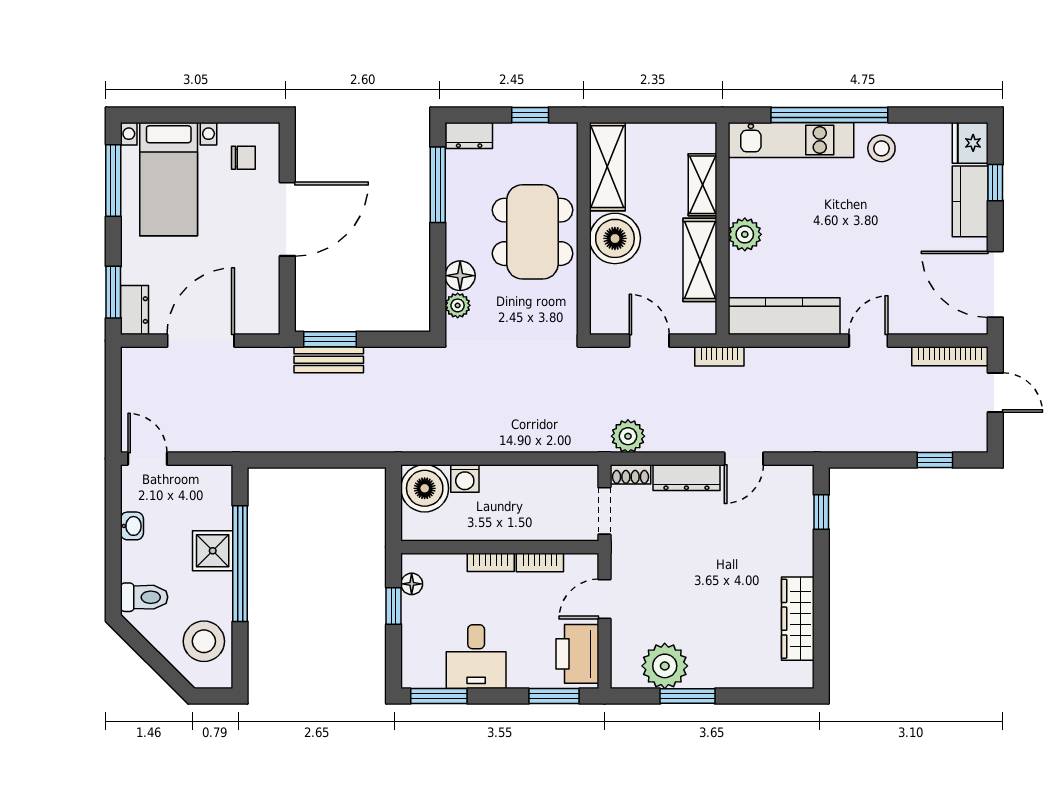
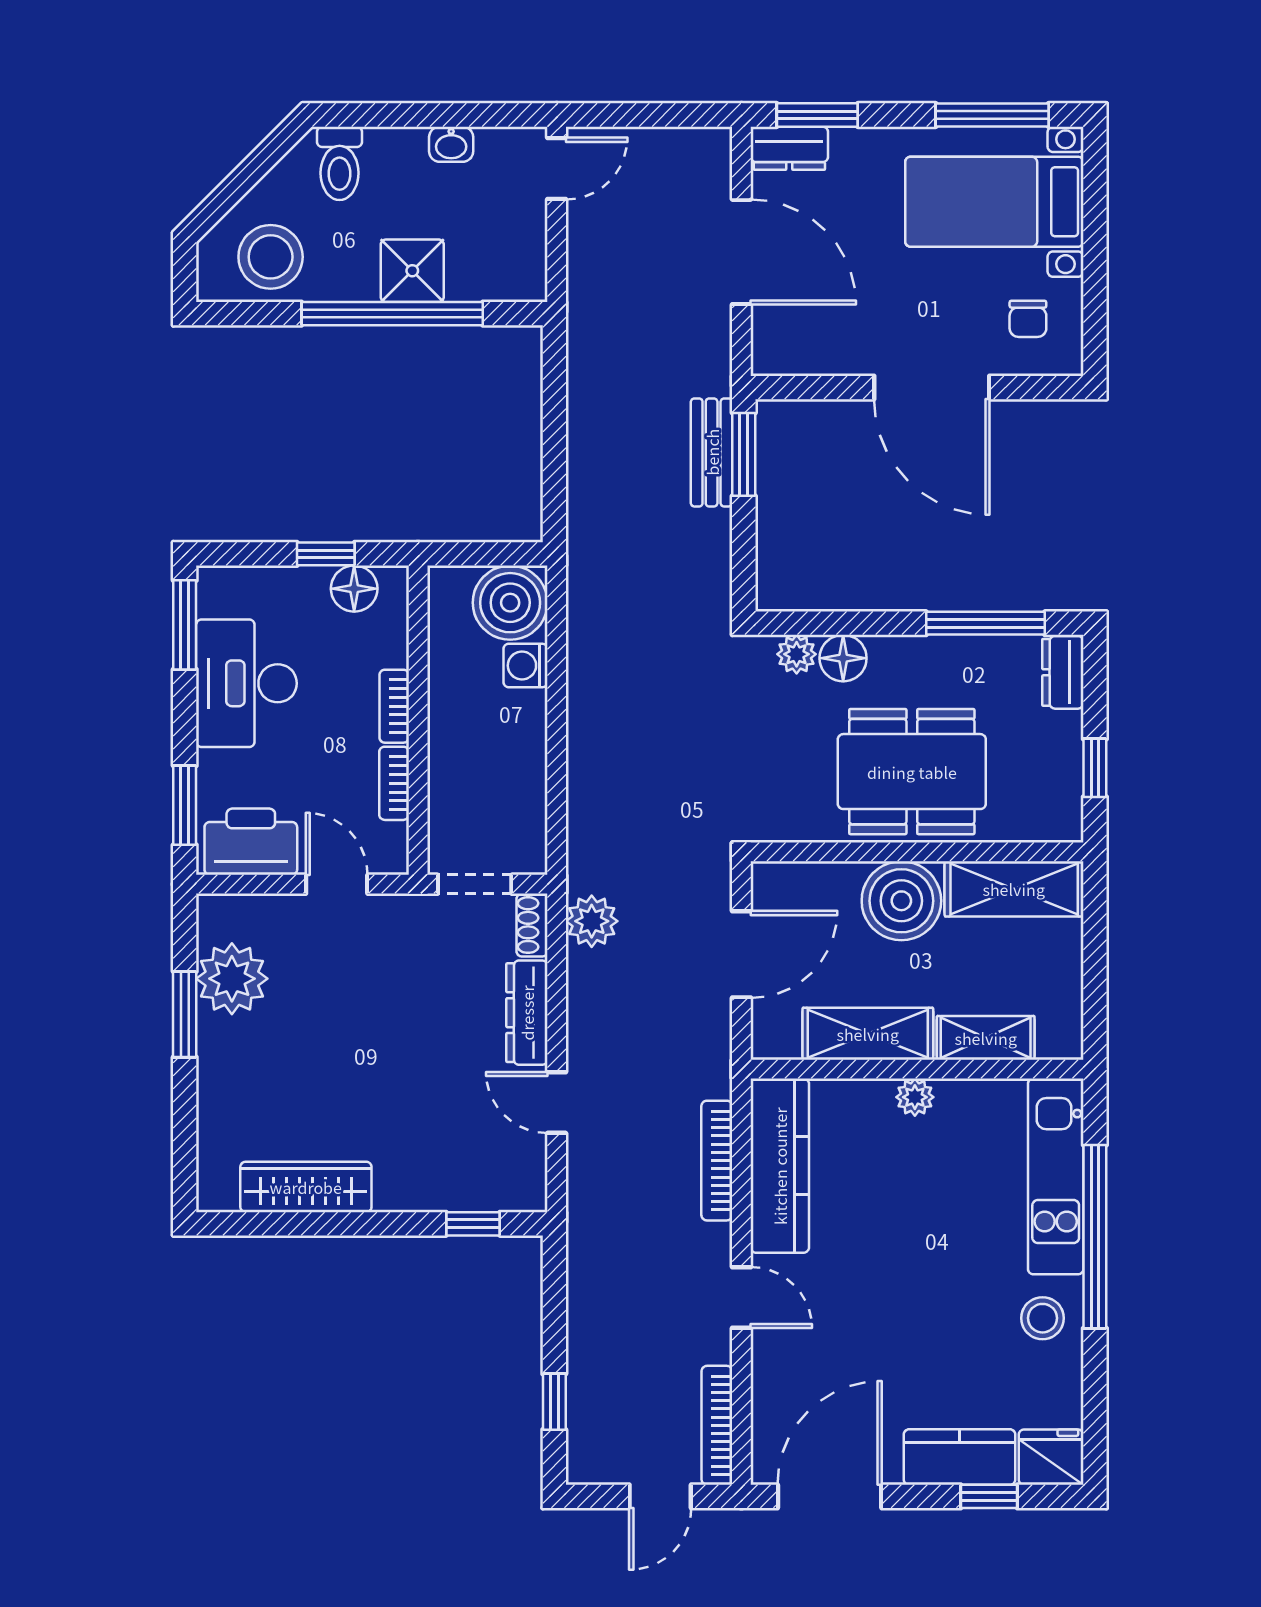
plant: (745, 234) -> (915, 1097), width x0.73, depth x0.73
door: (649, 341) -> (741, 954), width x1.38
bookcase: (719, 356) -> (717, 1161), moved, width x1.56
floor lamp: (412, 584) -> (354, 589), width x1.37, depth x1.37
desk: (476, 657) -> (246, 683), width x1.37

